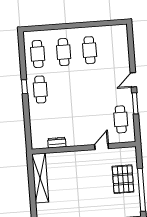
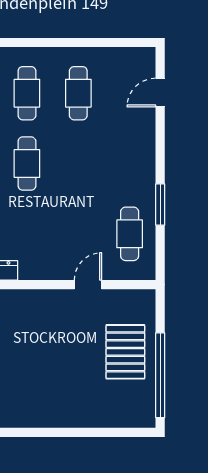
door: (133, 80) -> (160, 93), moved
cafe table: (66, 88) -> (27, 164), added

